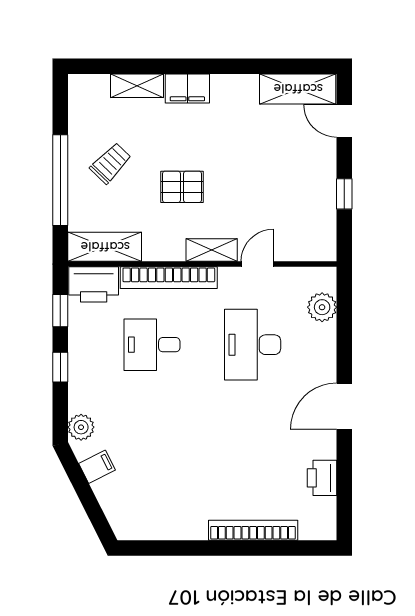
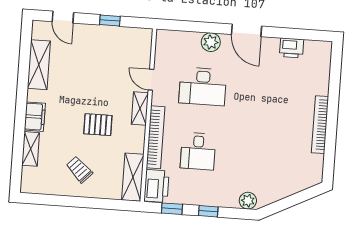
shelving: (298, 89) -> (39, 65), moved
door: (344, 121) -> (63, 17), hinge flipped
window: (60, 180) -> (88, 203), removed
pallet: (182, 187) -> (98, 125), turned 90
plant: (322, 307) -> (211, 42), moved
filing cabinet: (97, 467) -> (274, 192), removed
bookcase: (253, 530) -> (320, 125), moved

